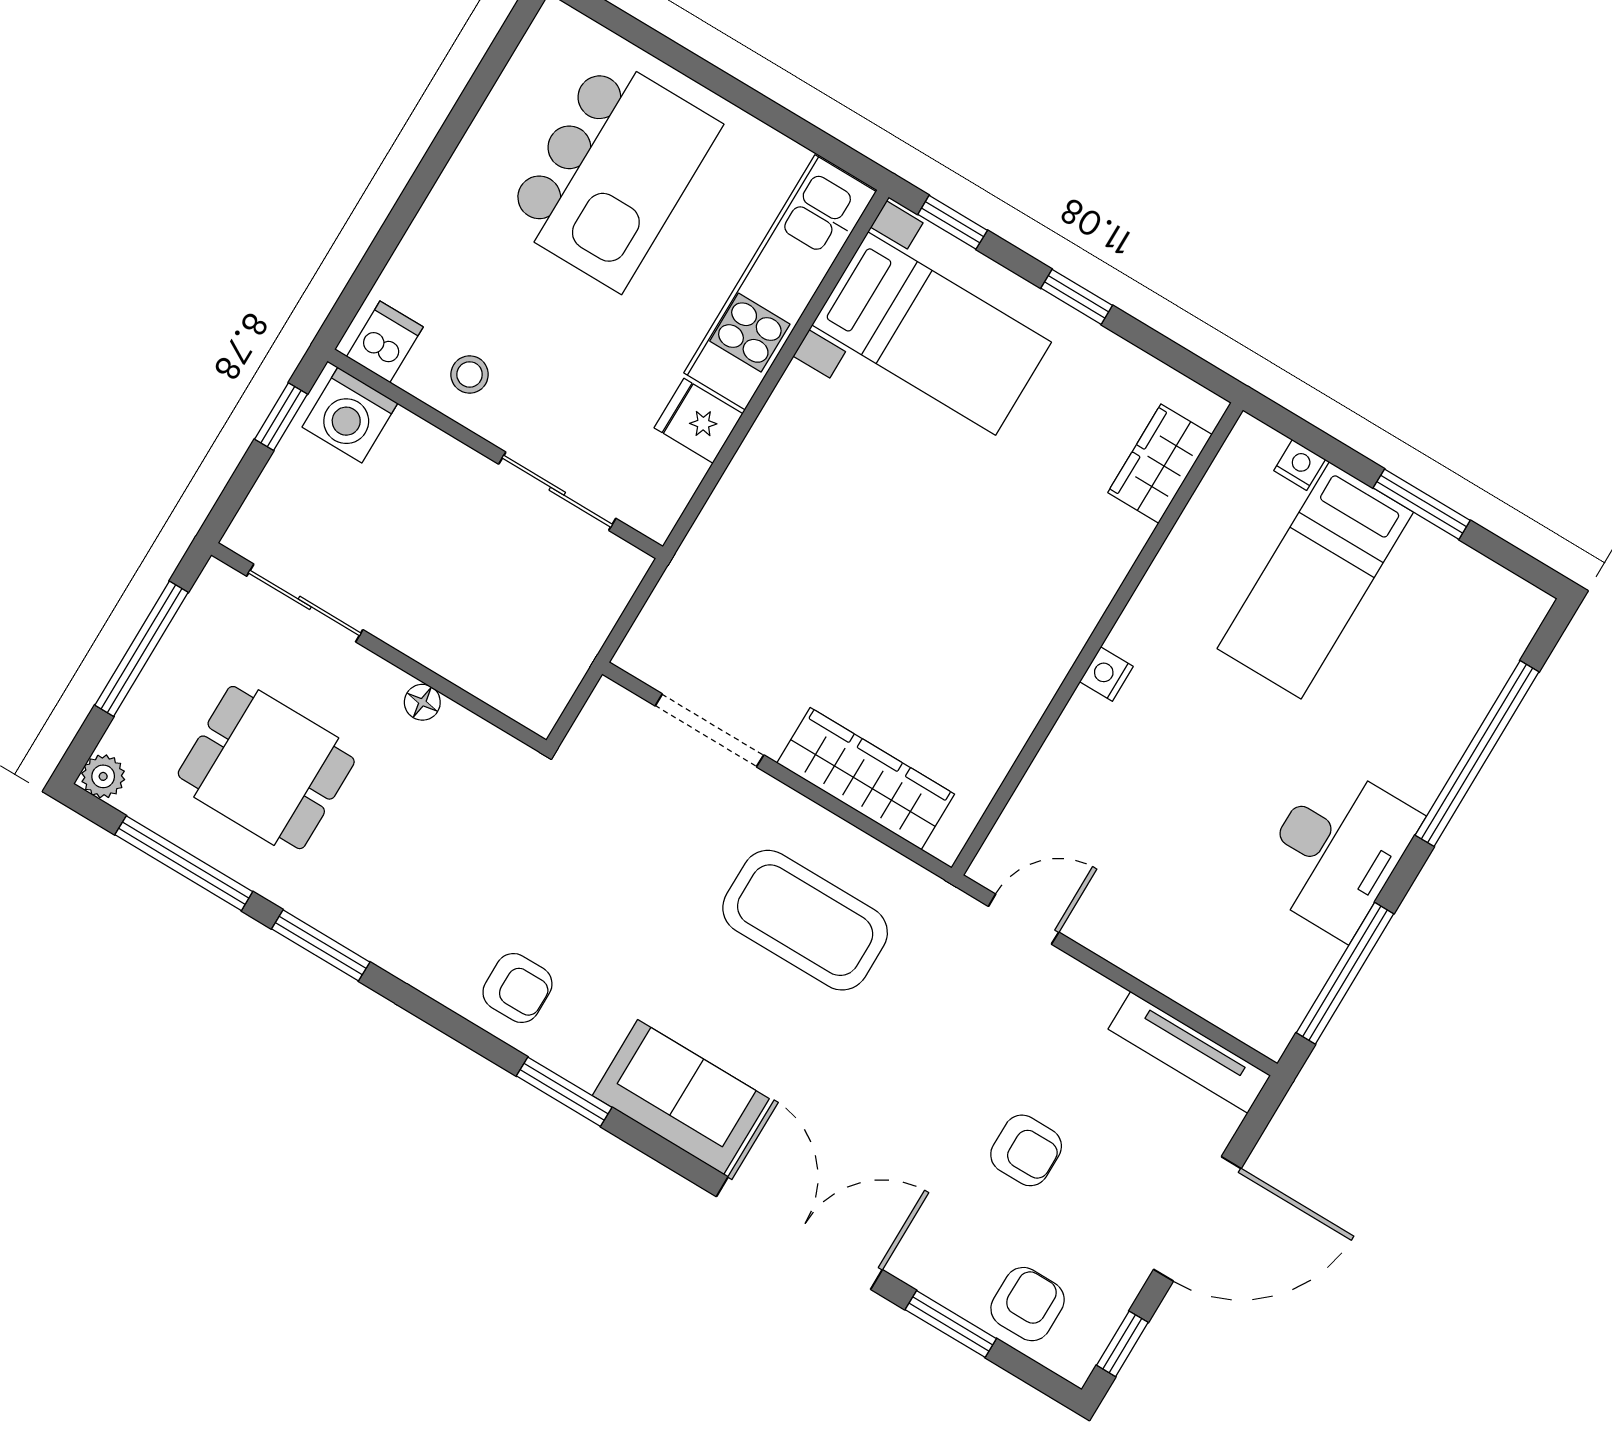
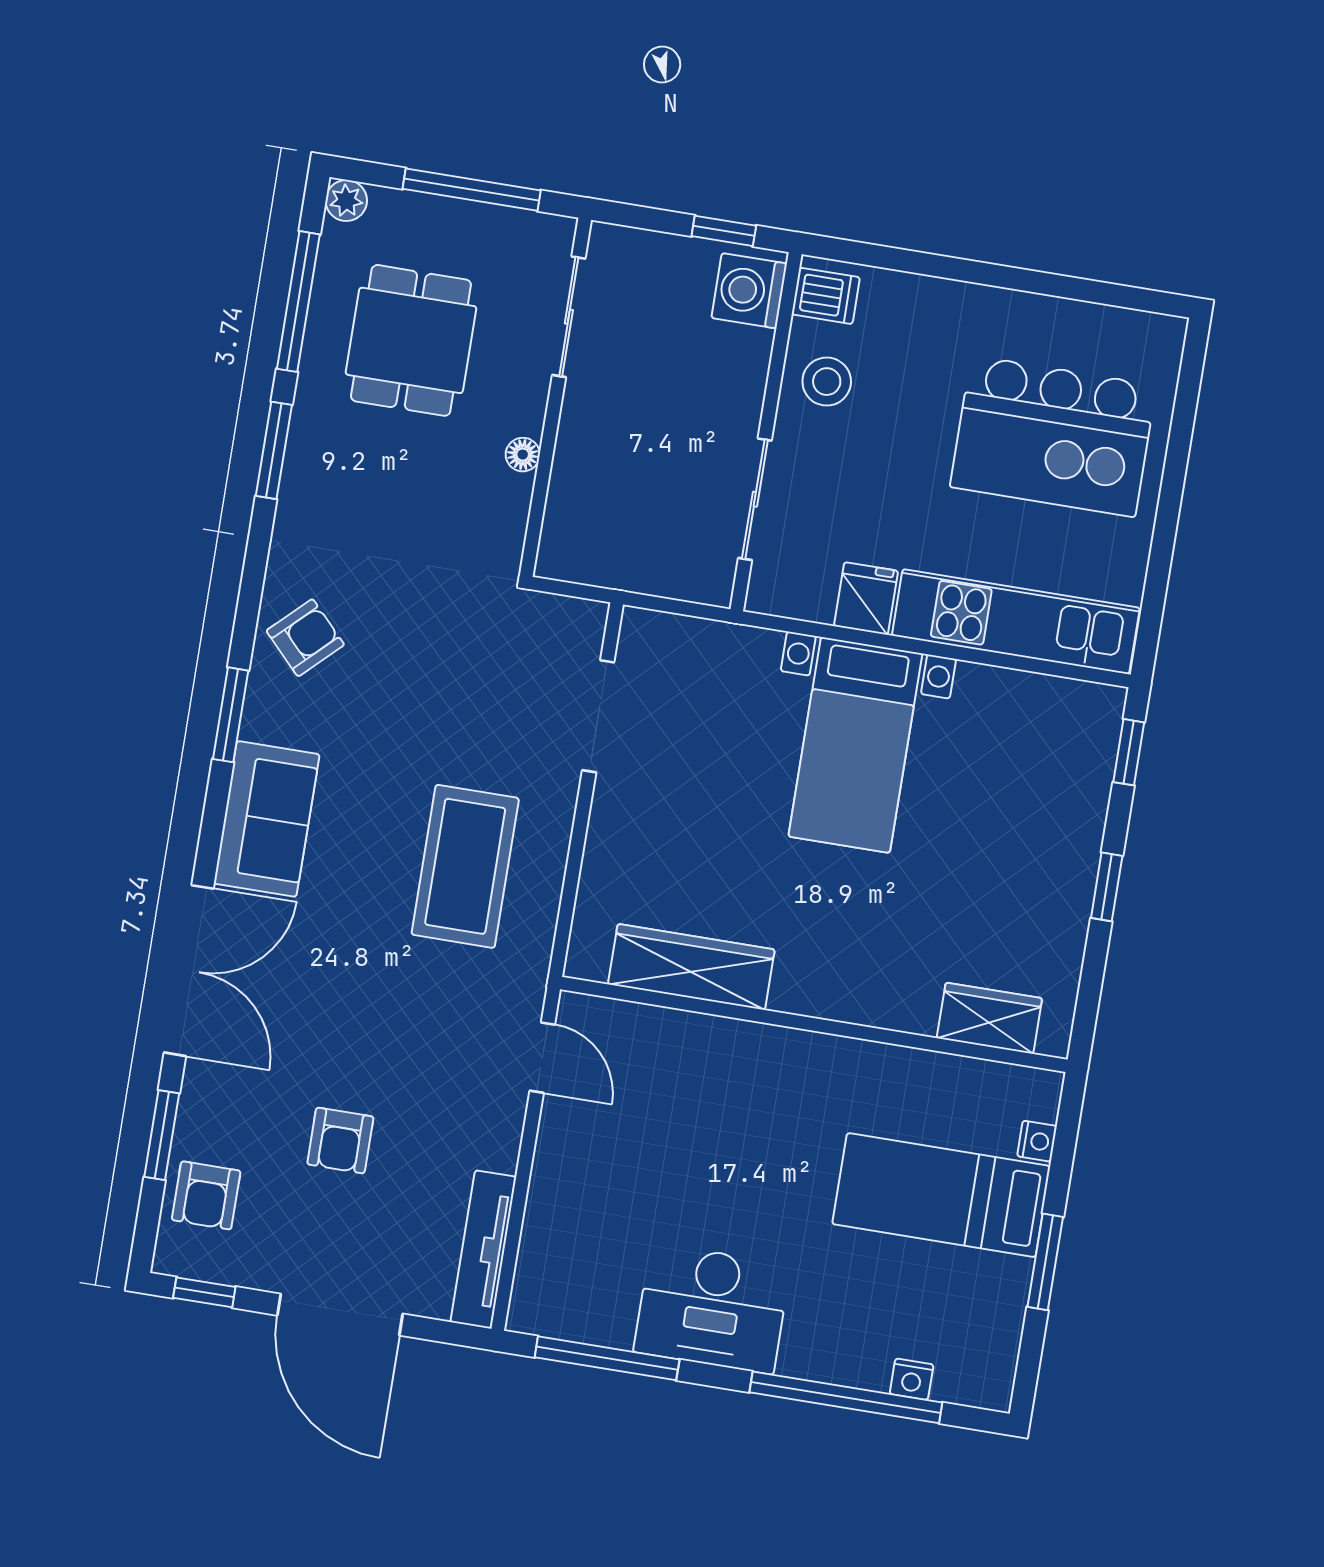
bed with nightstands: (932, 334) -> (855, 745), moved
stool: (470, 374) -> (827, 382), width x1.37, depth x1.37
nightstand: (1106, 674) -> (912, 1379), moved, turned 180
wardrobe: (866, 779) -> (691, 967), moved, turned -90
armchair: (517, 988) -> (305, 638), turned -134
armchair: (1028, 1304) -> (206, 1195), turned 90

